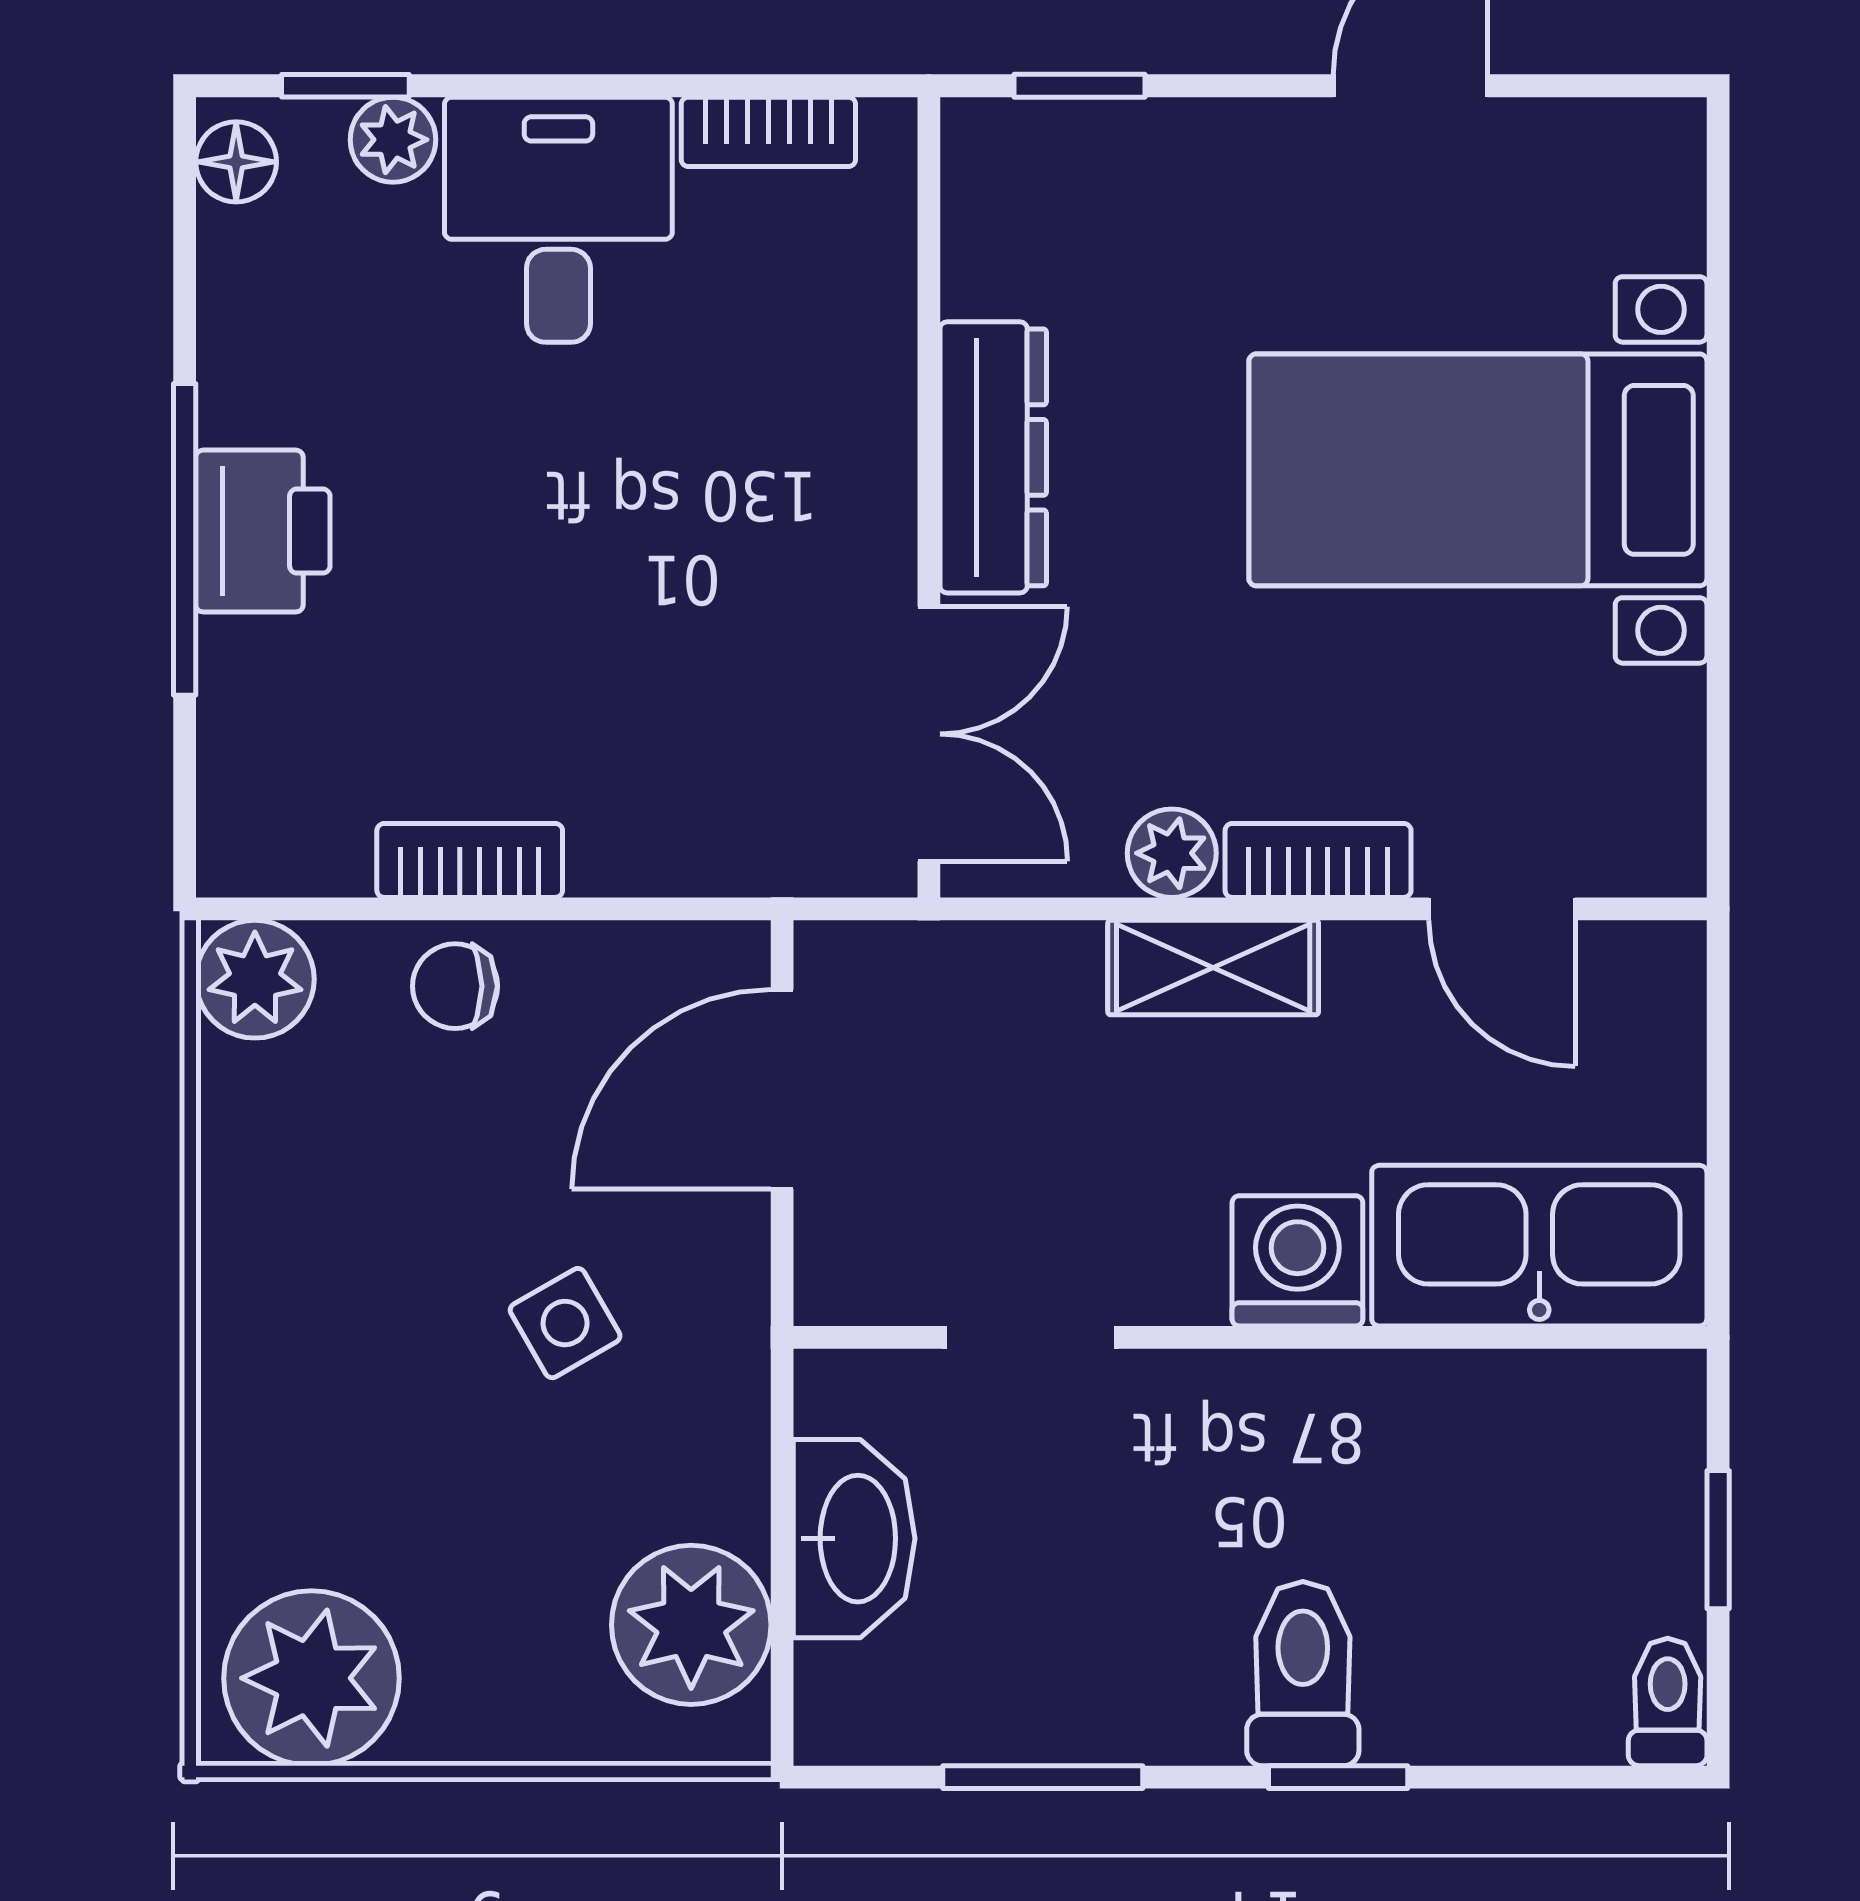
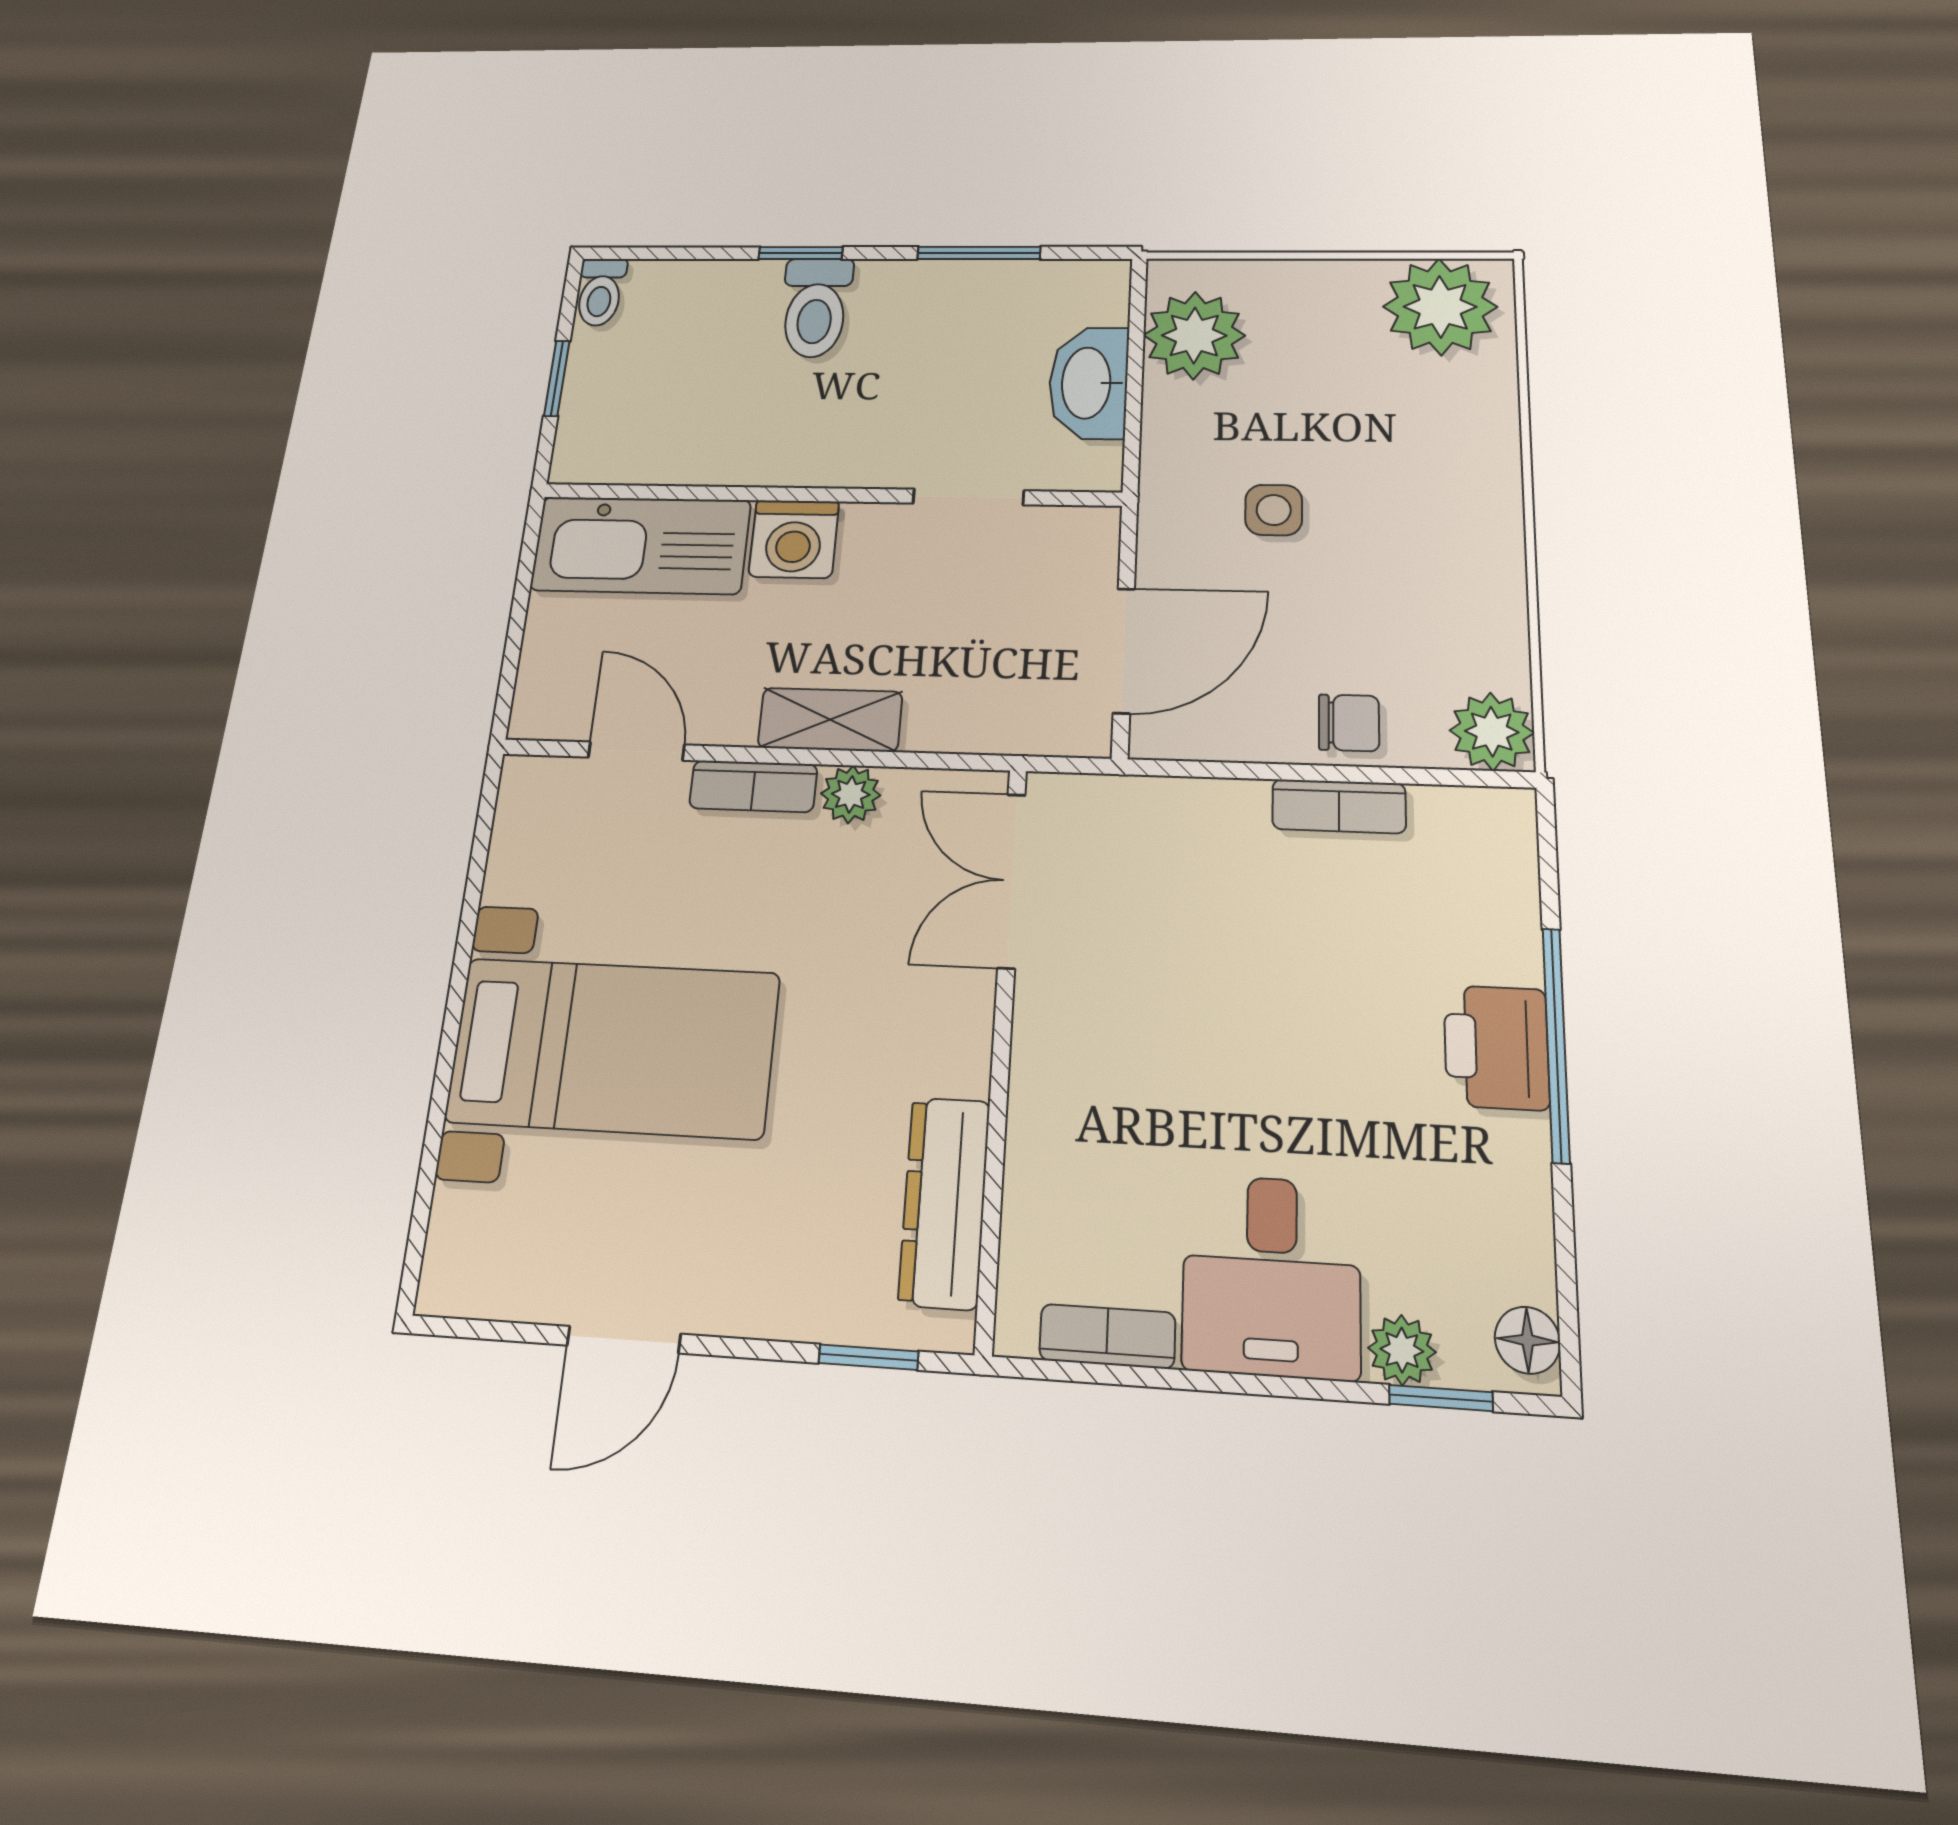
dresser: (993, 457) -> (944, 1202), moved
side table: (565, 1323) -> (1274, 510), turned 30

